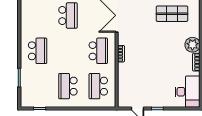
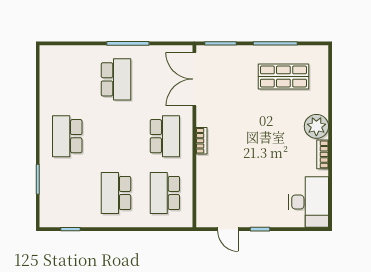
school desk: (38, 51) -> (67, 136), turned 180

